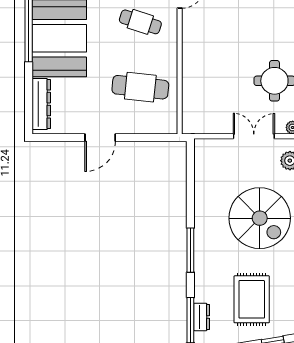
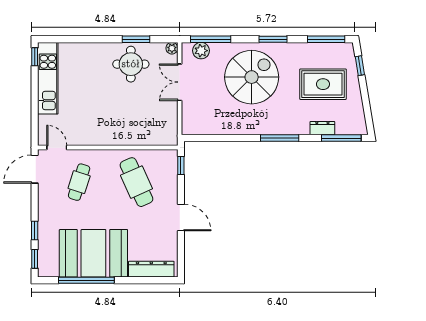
cafe table: (140, 87) -> (136, 182), turned -30
window: (159, 138) -> (181, 166), added
dresser: (202, 317) -> (322, 128), moved

